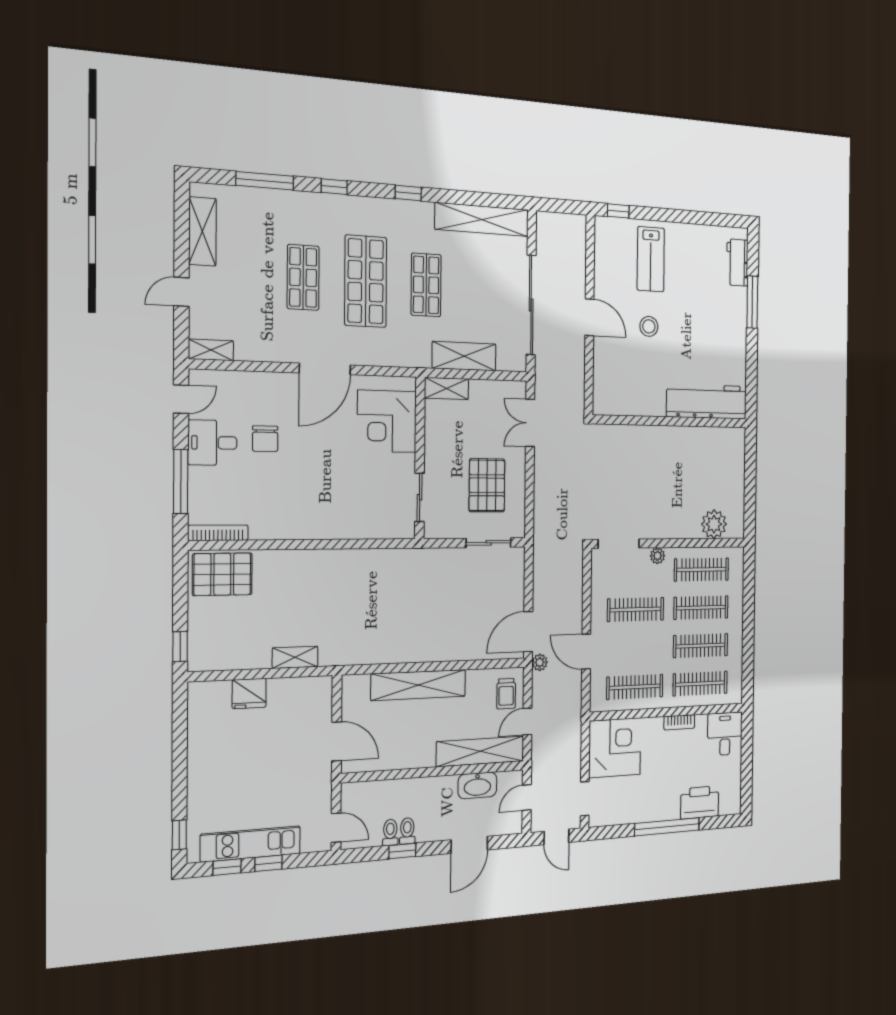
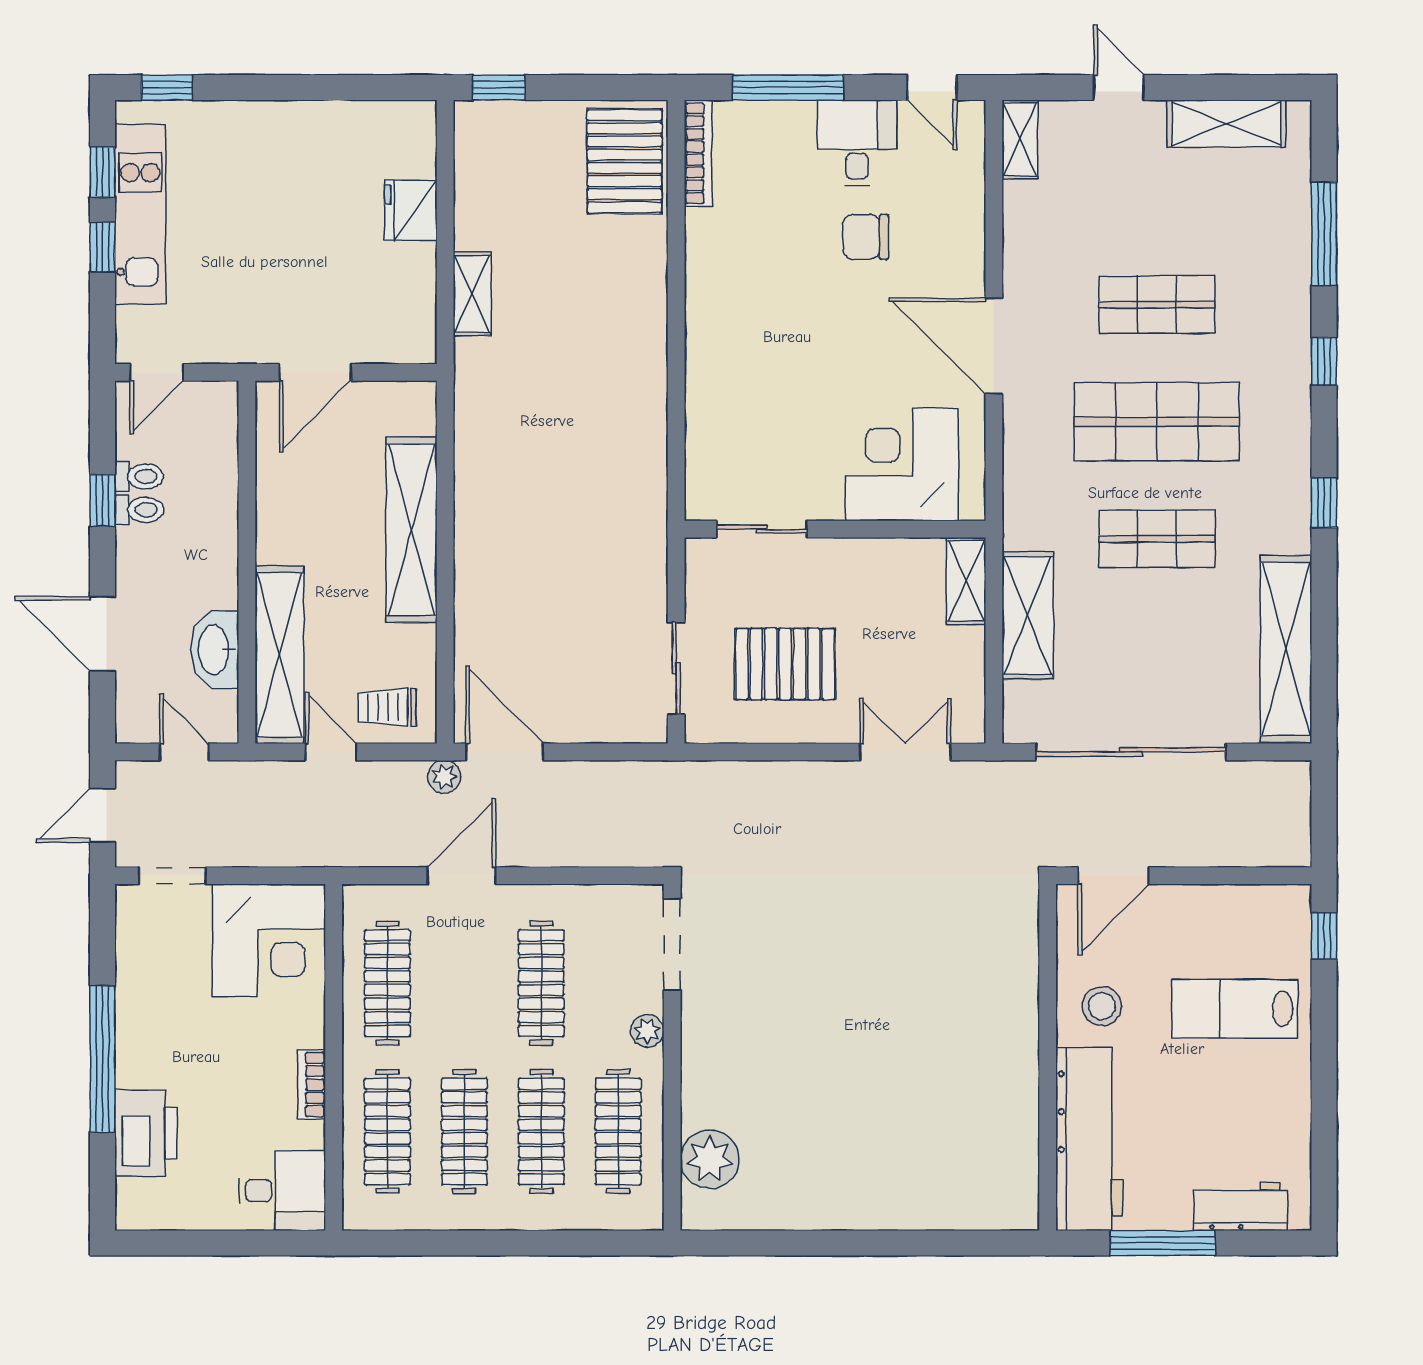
workbench: (707, 402) -> (1089, 1139), moved
wall: (671, 421) -> (1048, 1057), moved

